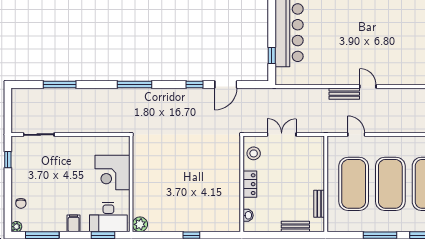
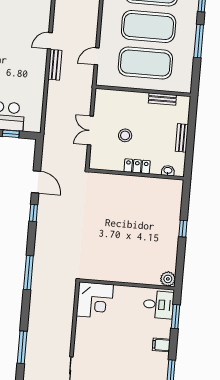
stool: (254, 153) -> (125, 135), moved
corner desk: (112, 172) -> (95, 300), moved
desk: (108, 217) -> (158, 305), width x0.73
bench: (295, 226) -> (182, 138), moved

